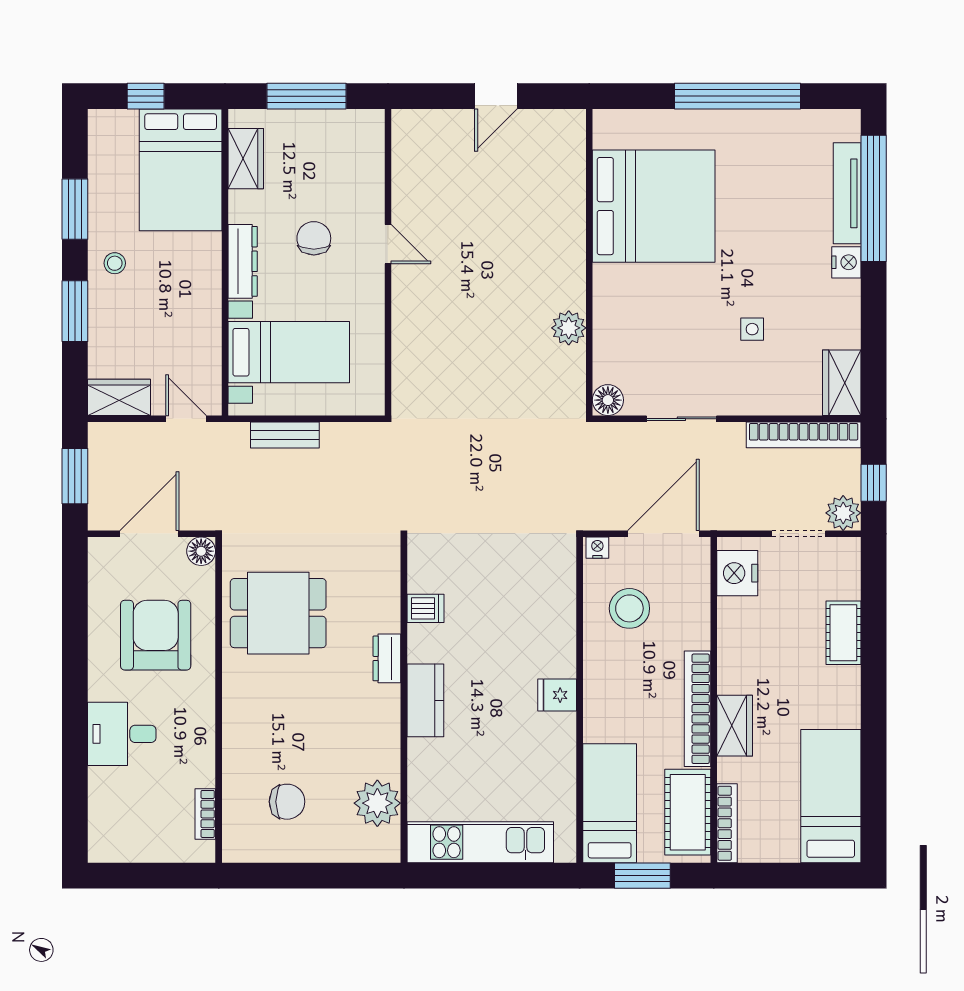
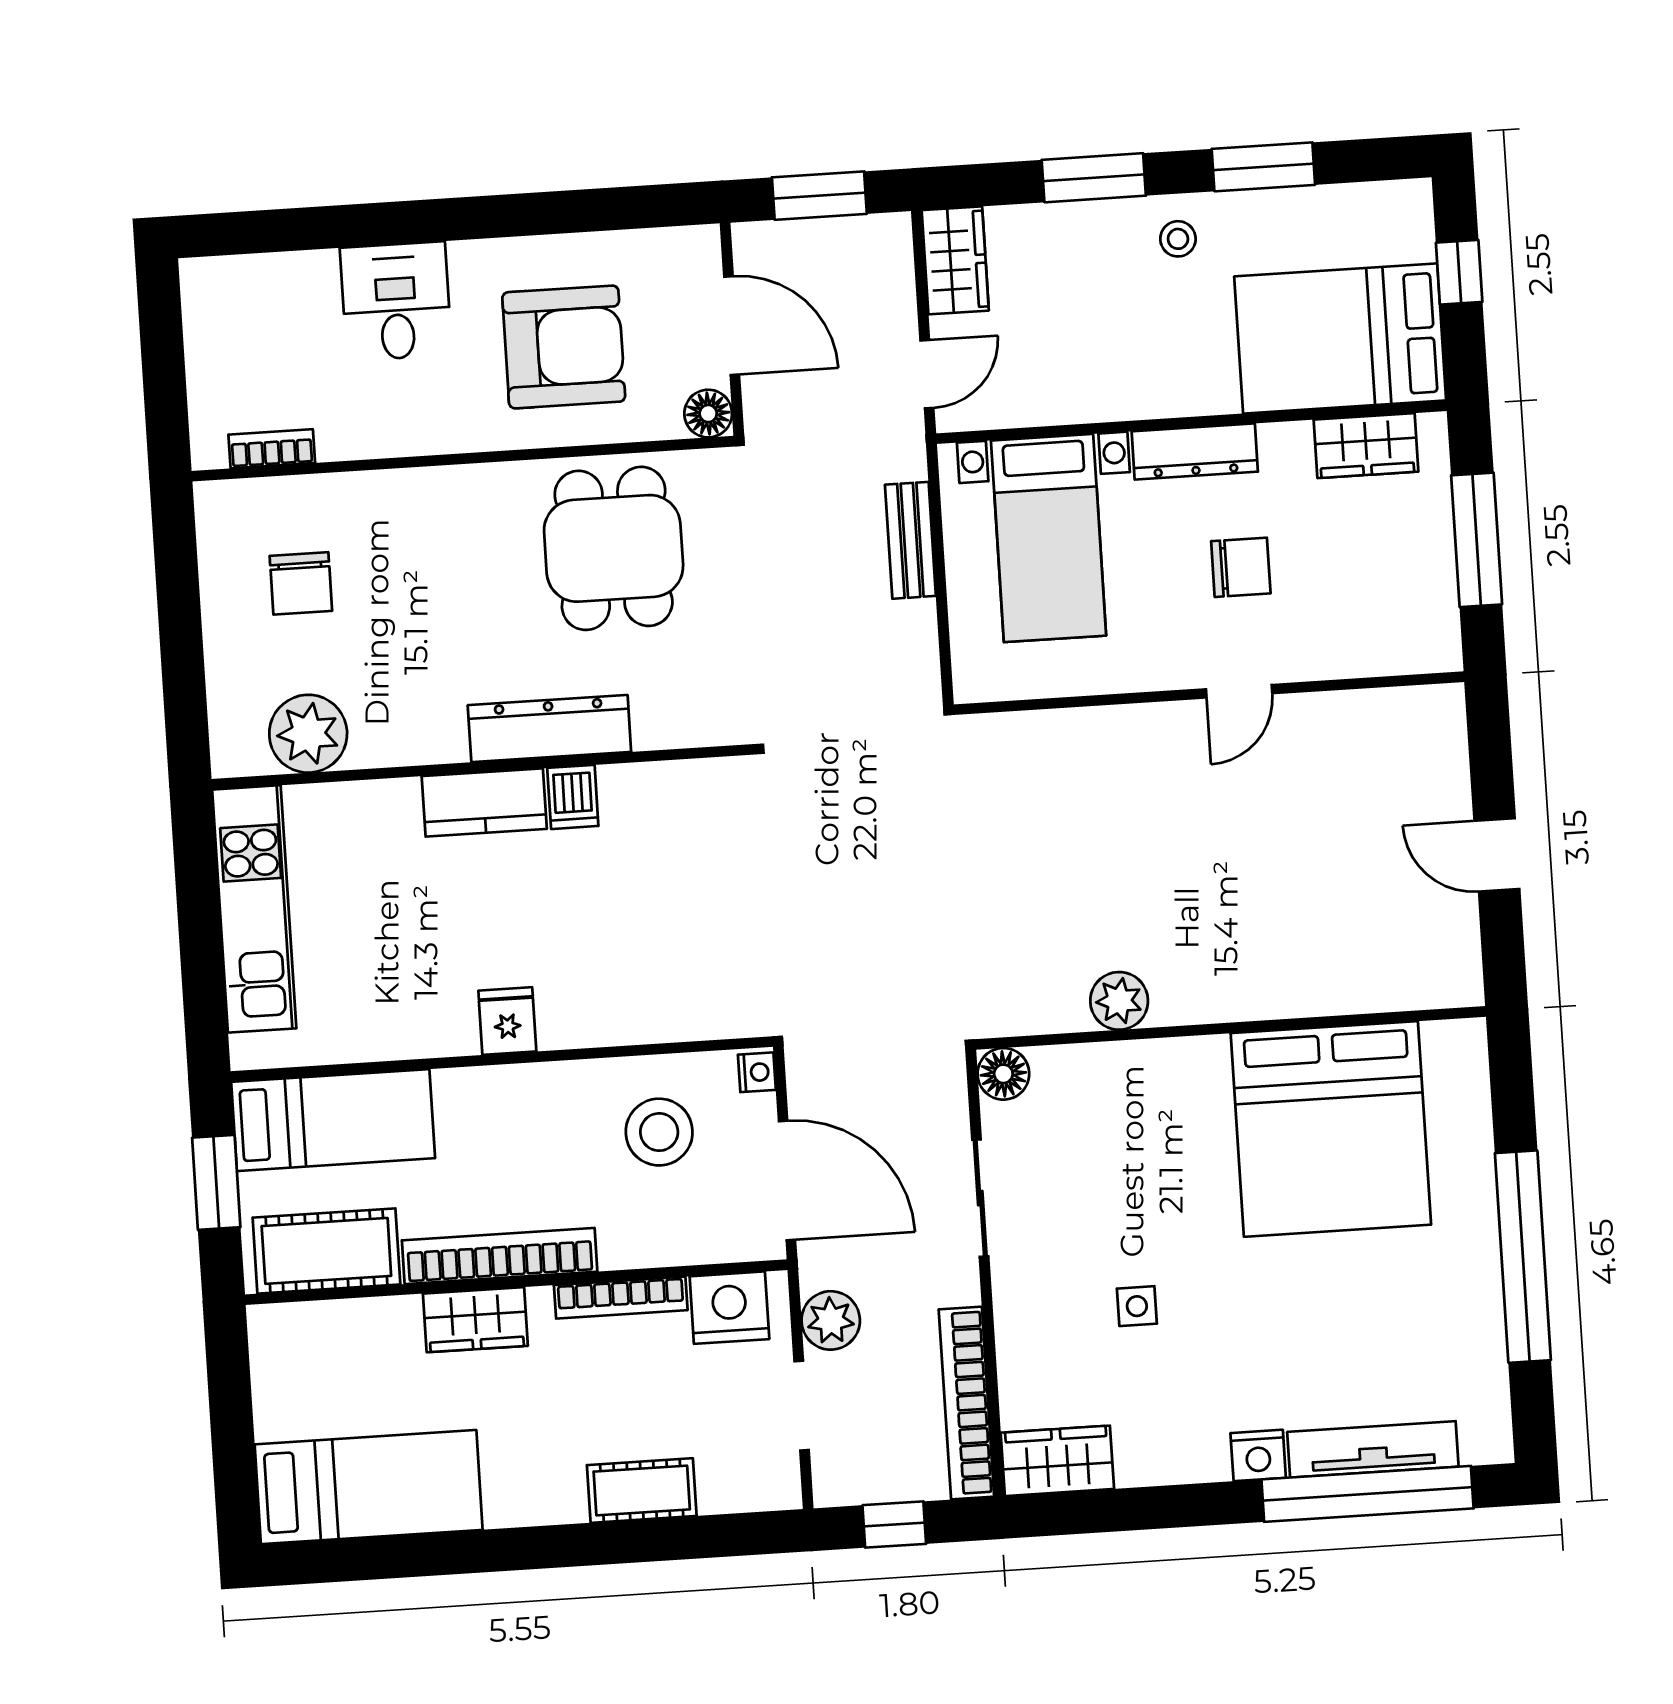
plant: (843, 513) -> (831, 1320), moved
dishwasher: (425, 608) -> (573, 797), moved
dresser: (387, 658) -> (549, 729), width x1.96, depth x1.24
bookcase: (727, 823) -> (621, 1298), moved

